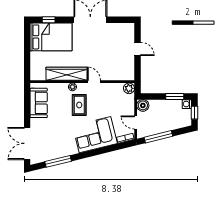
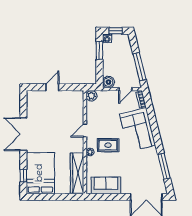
wardrobe: (66, 74) -> (77, 173), moved

